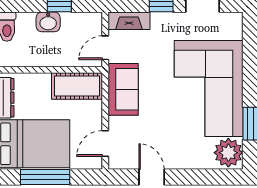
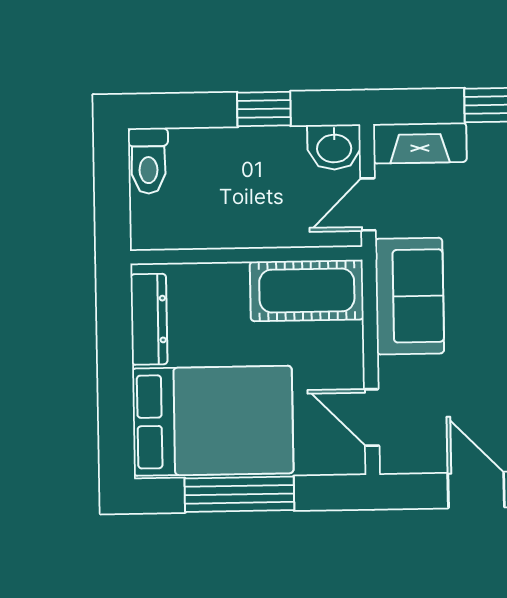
washbasin: (48, 22) -> (334, 147), moved
door: (105, 144) -> (372, 417), hinge flipped

